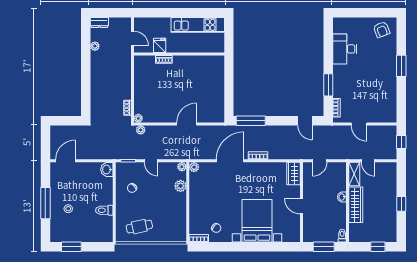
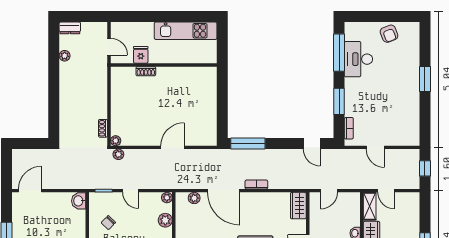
armchair: (382, 30) -> (389, 34), moved
window: (328, 43) -> (339, 53), added
door: (230, 161) -> (224, 191), swing flipped
plant: (194, 167) -> (194, 198), moved

